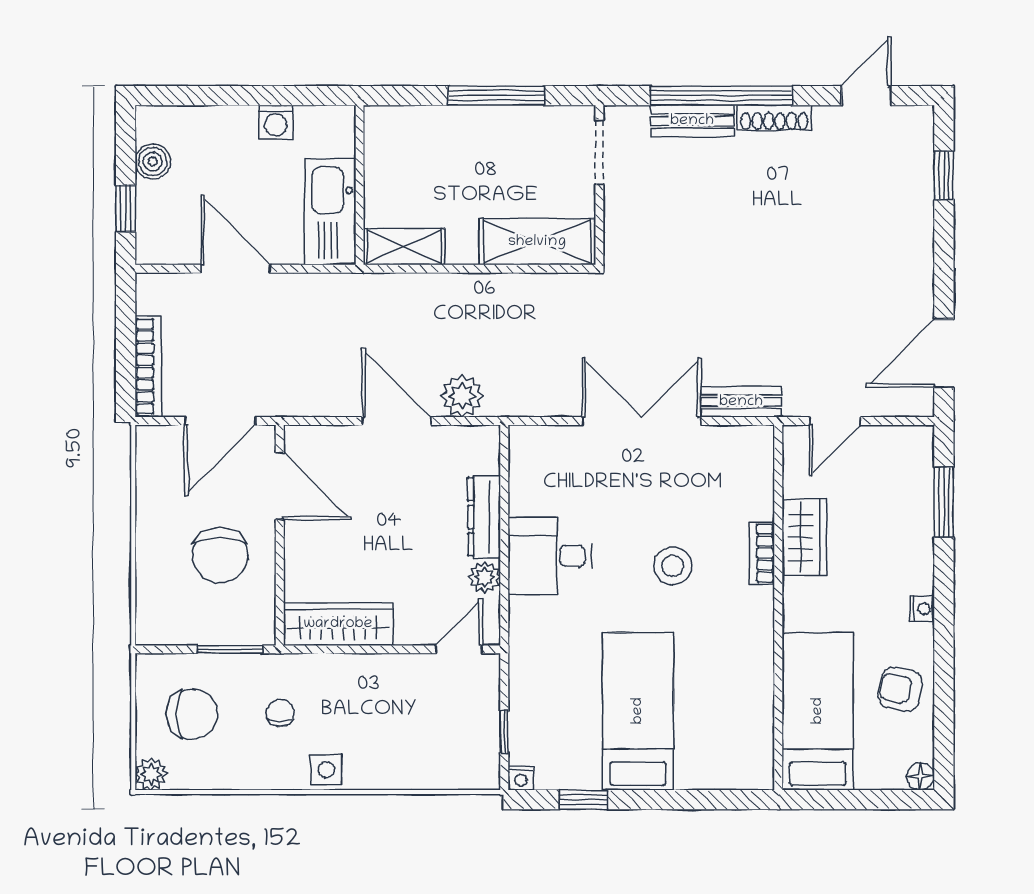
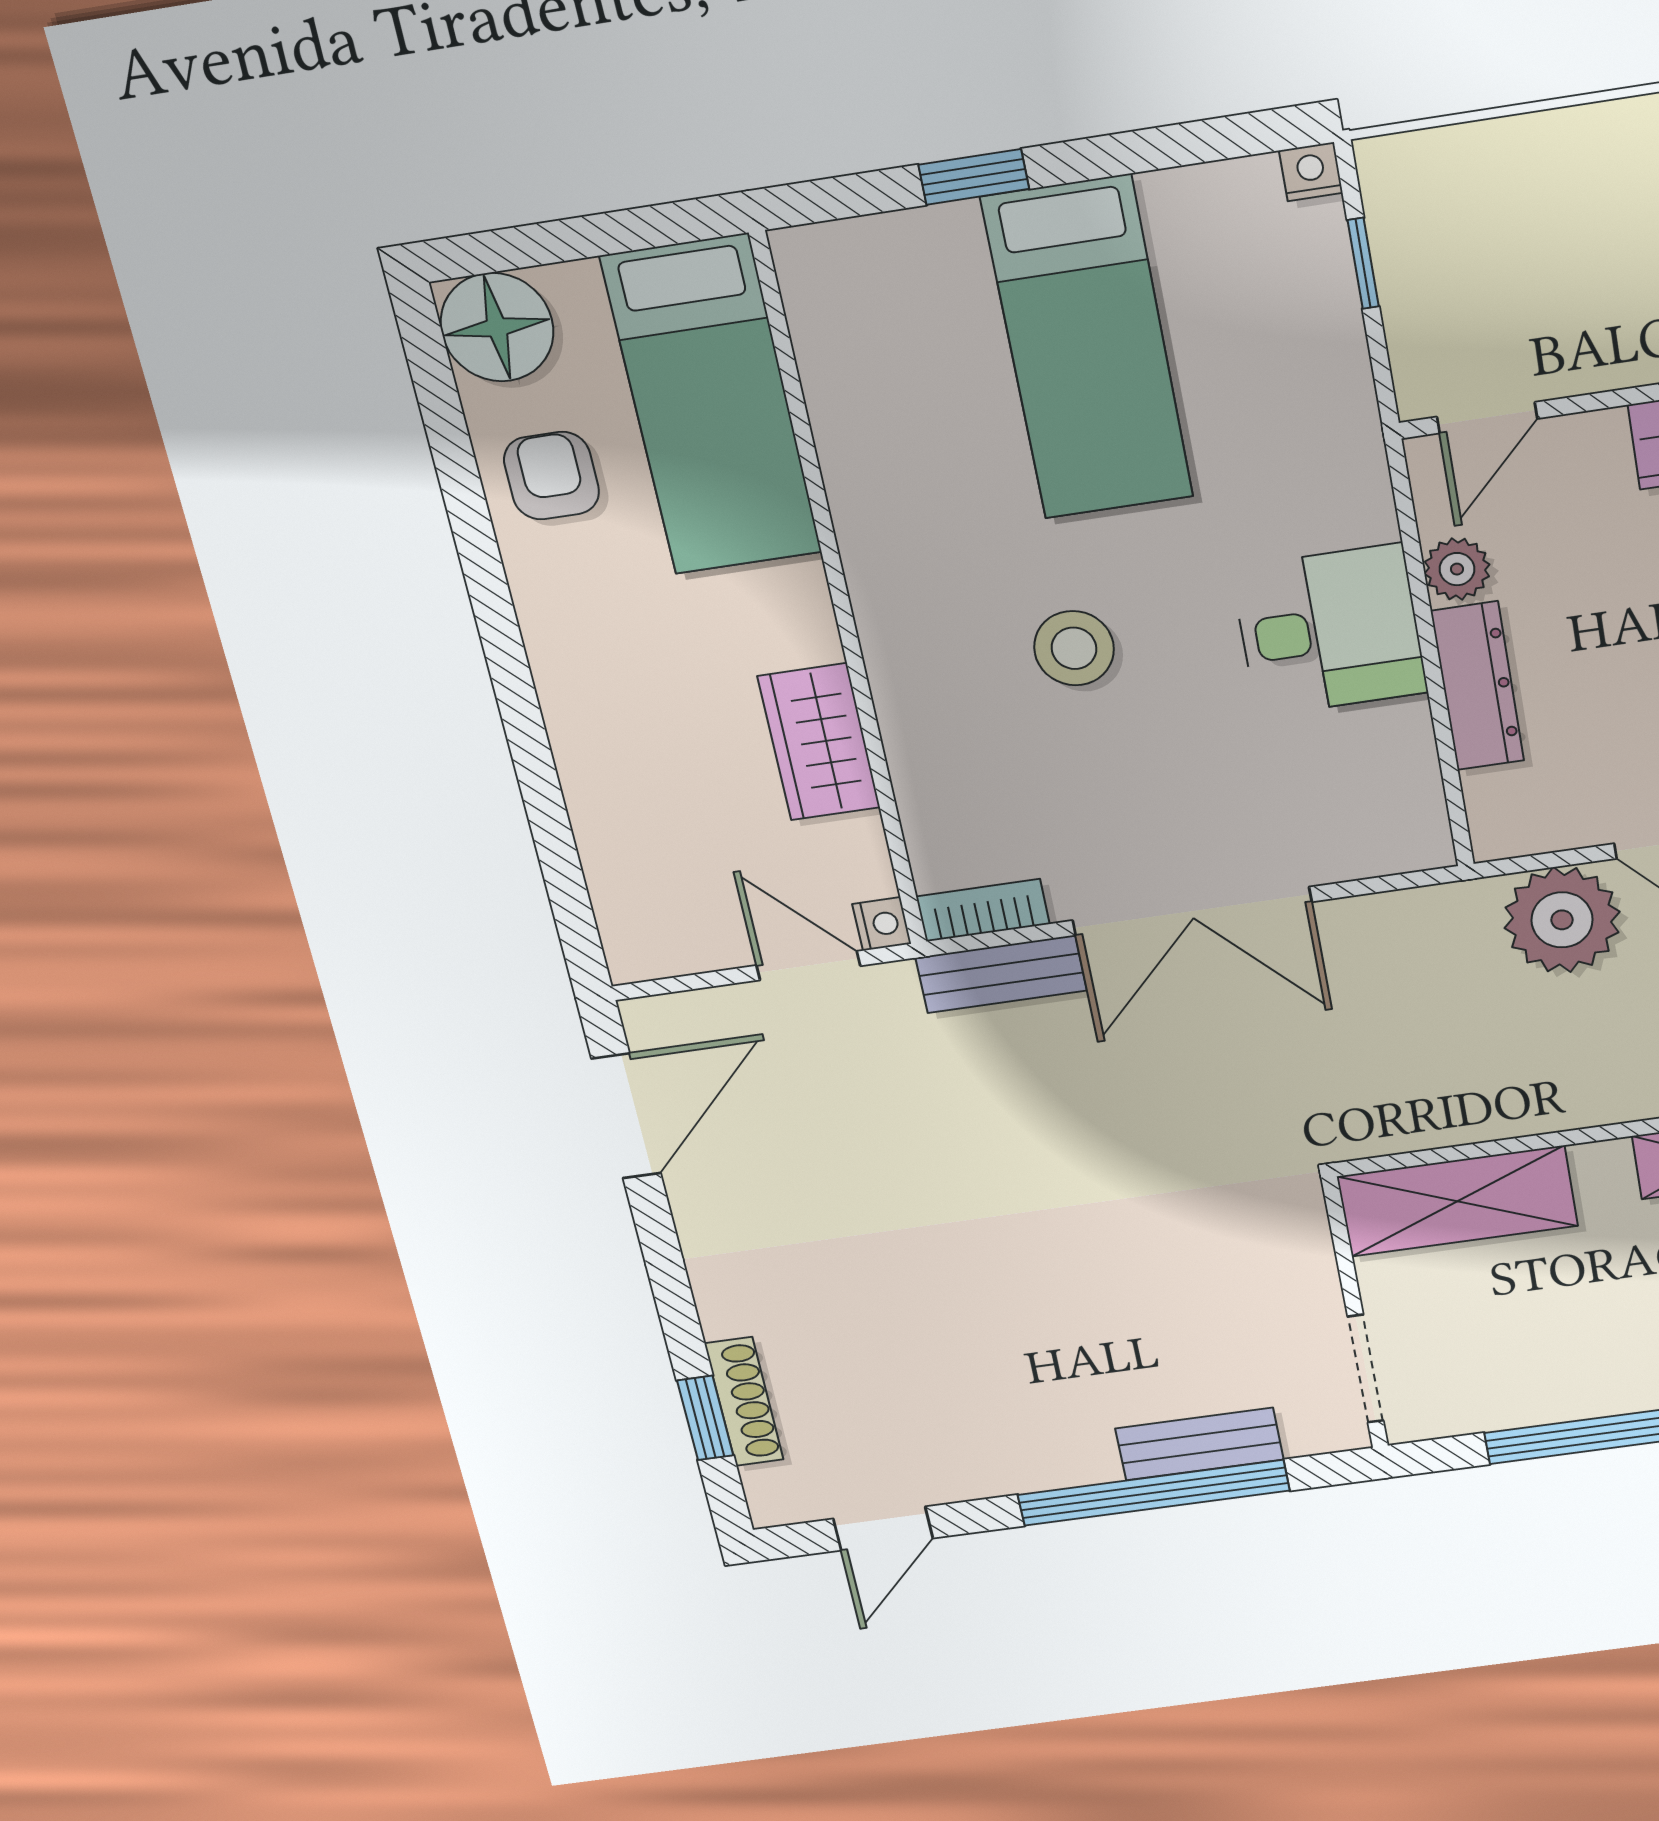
shoe rack: (774, 118) -> (744, 1402), moved, turned 90
plant: (462, 396) -> (1562, 920), width x1.36, depth x1.36
door: (835, 421) -> (808, 966), hinge flipped
window: (944, 502) -> (556, 848), removed
bookcase: (762, 553) -> (983, 910), moved, turned -90
nightstand: (922, 609) -> (882, 924), moved, turned 180
armchair: (900, 689) -> (551, 476), turned -101
floor lamp: (920, 776) -> (497, 327), width x1.89, depth x1.89
window: (583, 800) -> (974, 177), moved

